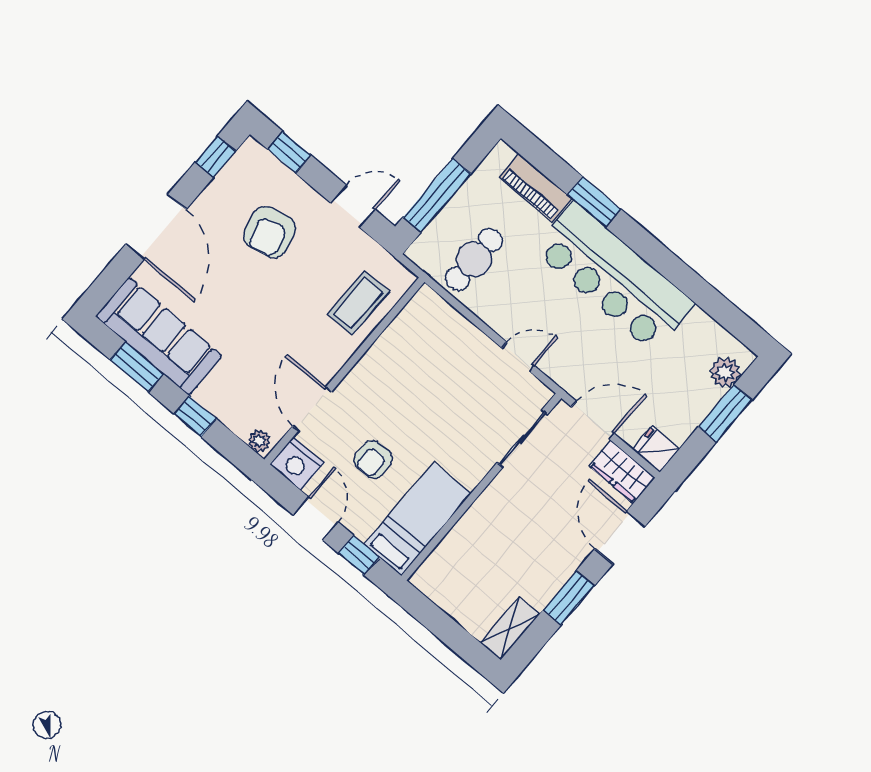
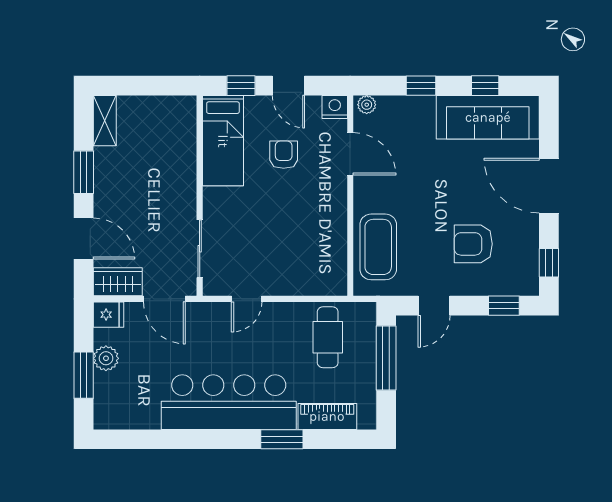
armchair: (270, 232) -> (473, 244), turned -77
coffee table: (358, 303) -> (378, 247), width x1.36, depth x1.32
window: (137, 367) -> (485, 86), width x0.67
plant: (725, 372) -> (106, 358), moved
door: (593, 420) -> (164, 299), hinge flipped
nightstand: (297, 464) -> (335, 107), width x0.74, depth x0.75

